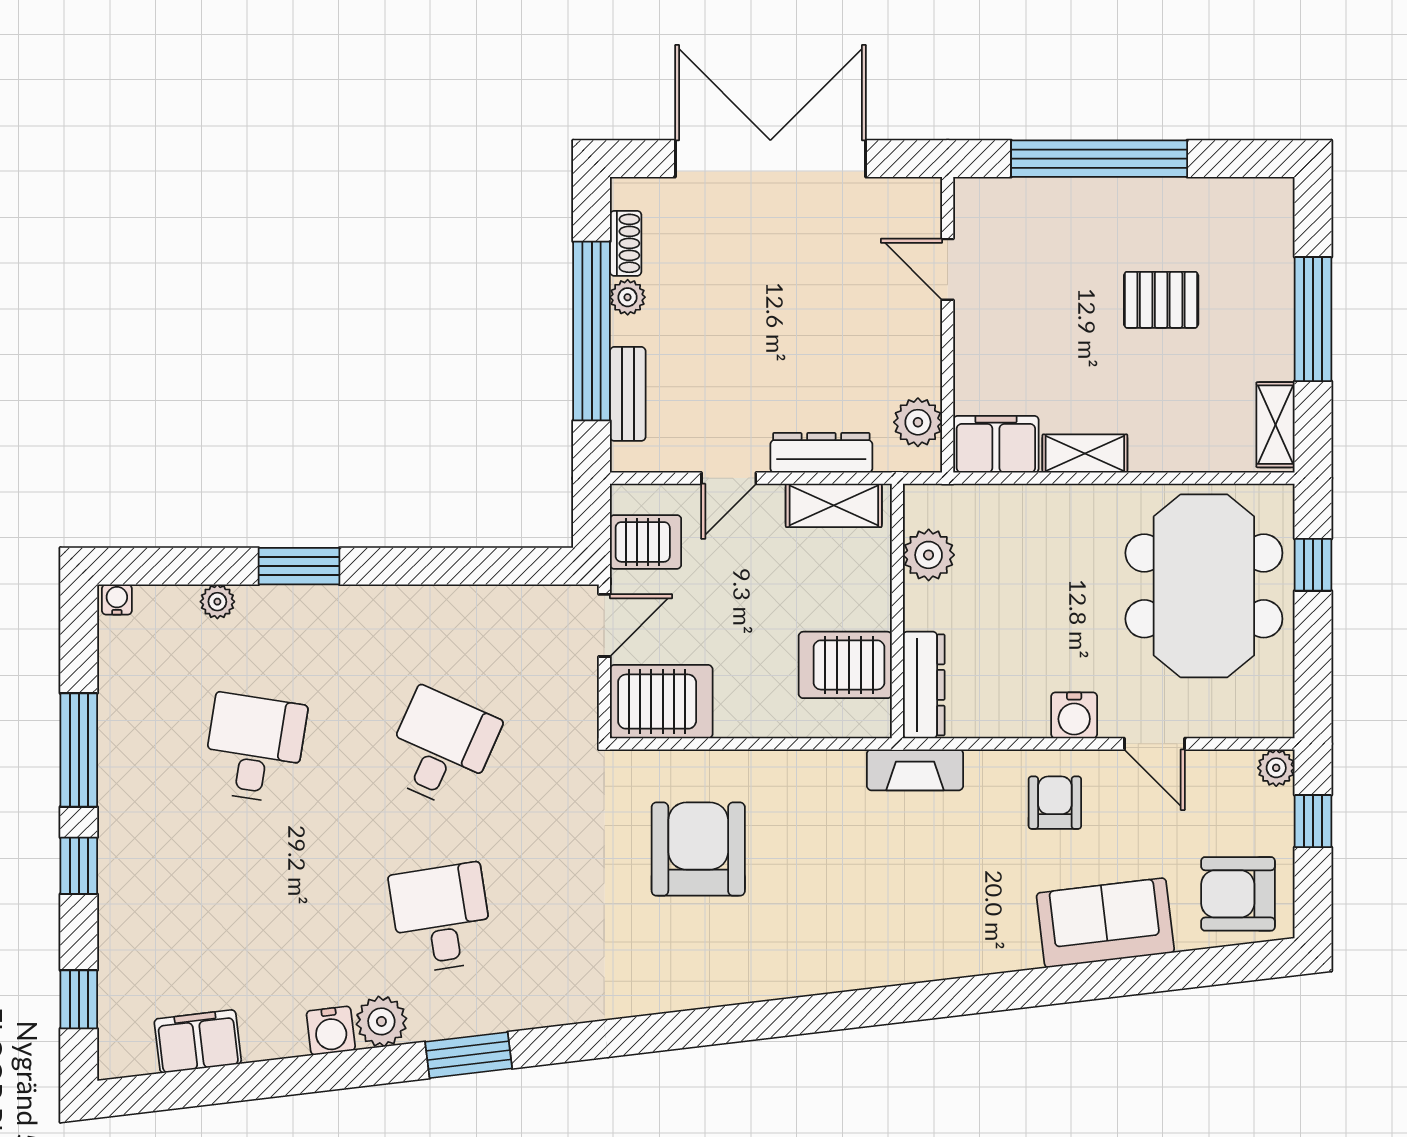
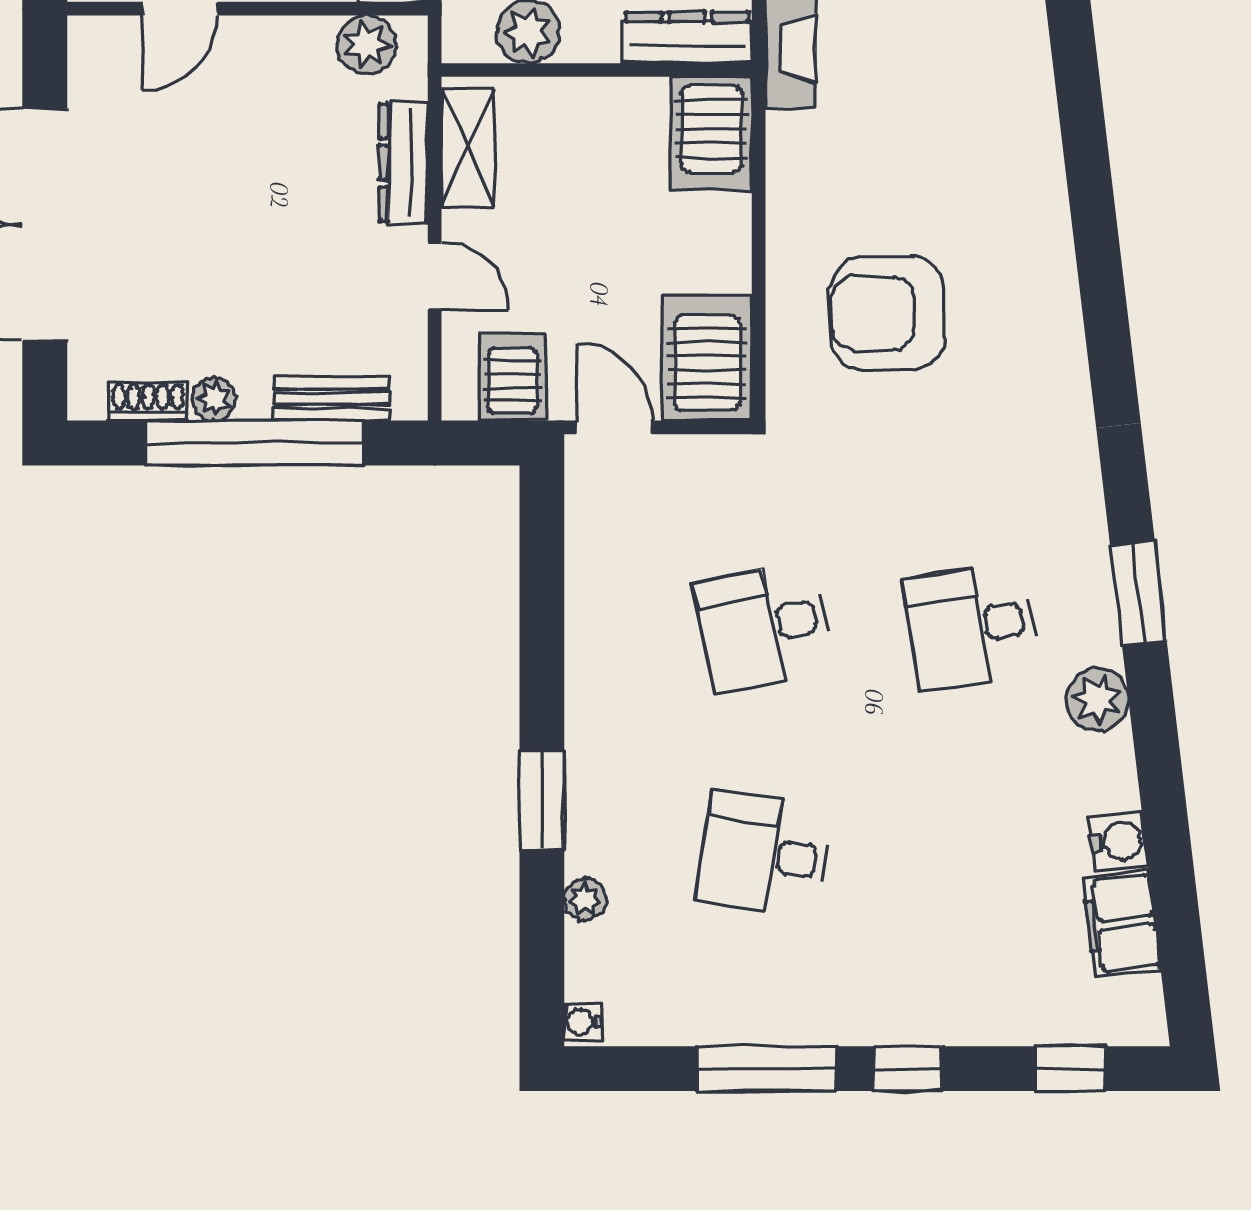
server rack: (845, 665) -> (711, 134), moved
desk: (441, 748) -> (764, 626), turned -36
water cooler: (331, 1031) -> (1118, 841), moved

